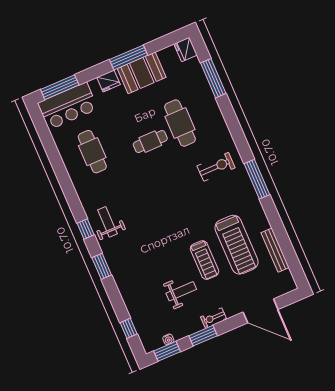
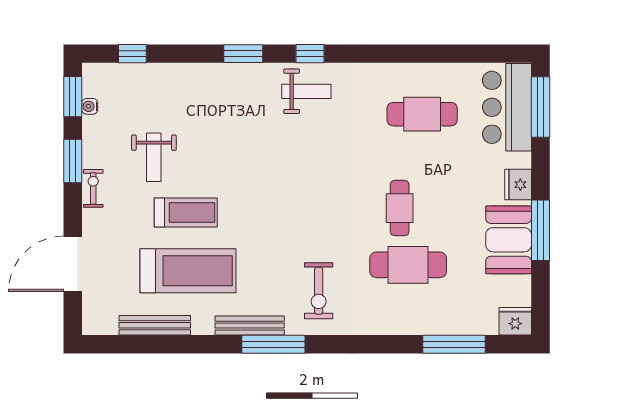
bench: (252, 197) -> (250, 326), added
treadmill: (237, 245) -> (188, 271), turned 180
treadmill: (204, 260) -> (186, 212), turned 180

